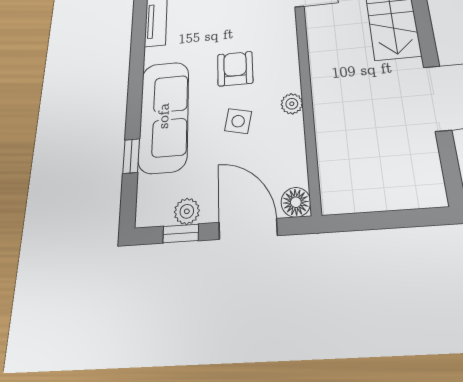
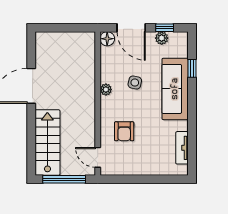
armchair: (235, 69) -> (124, 131), moved

